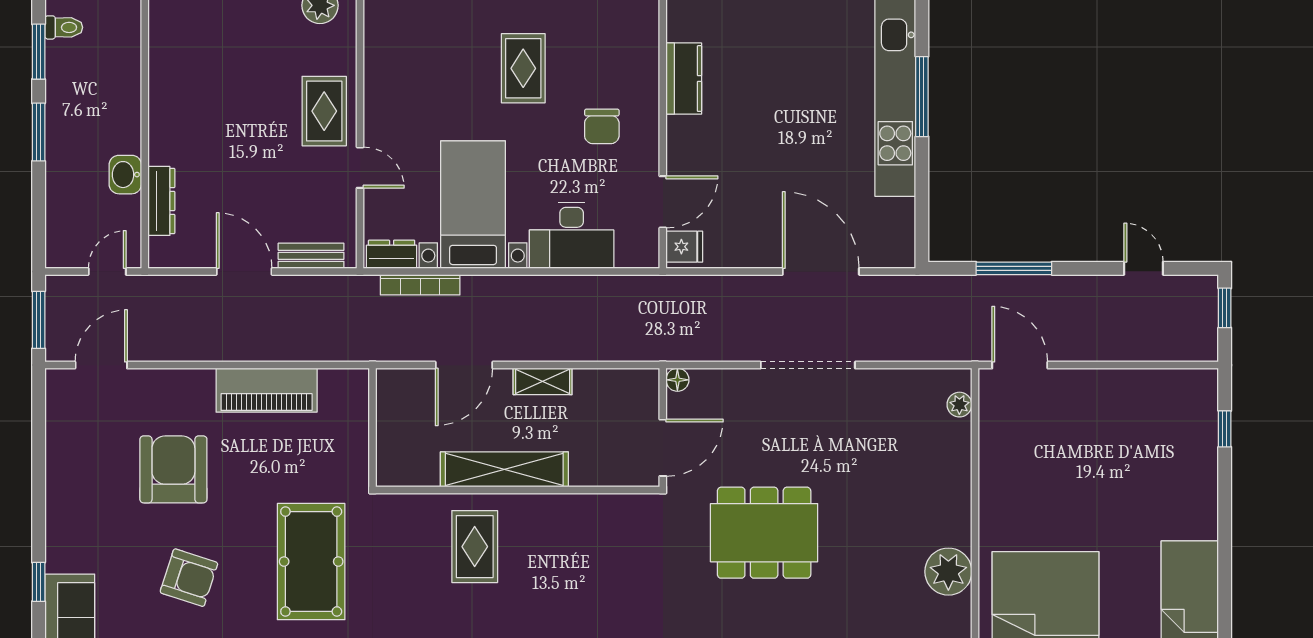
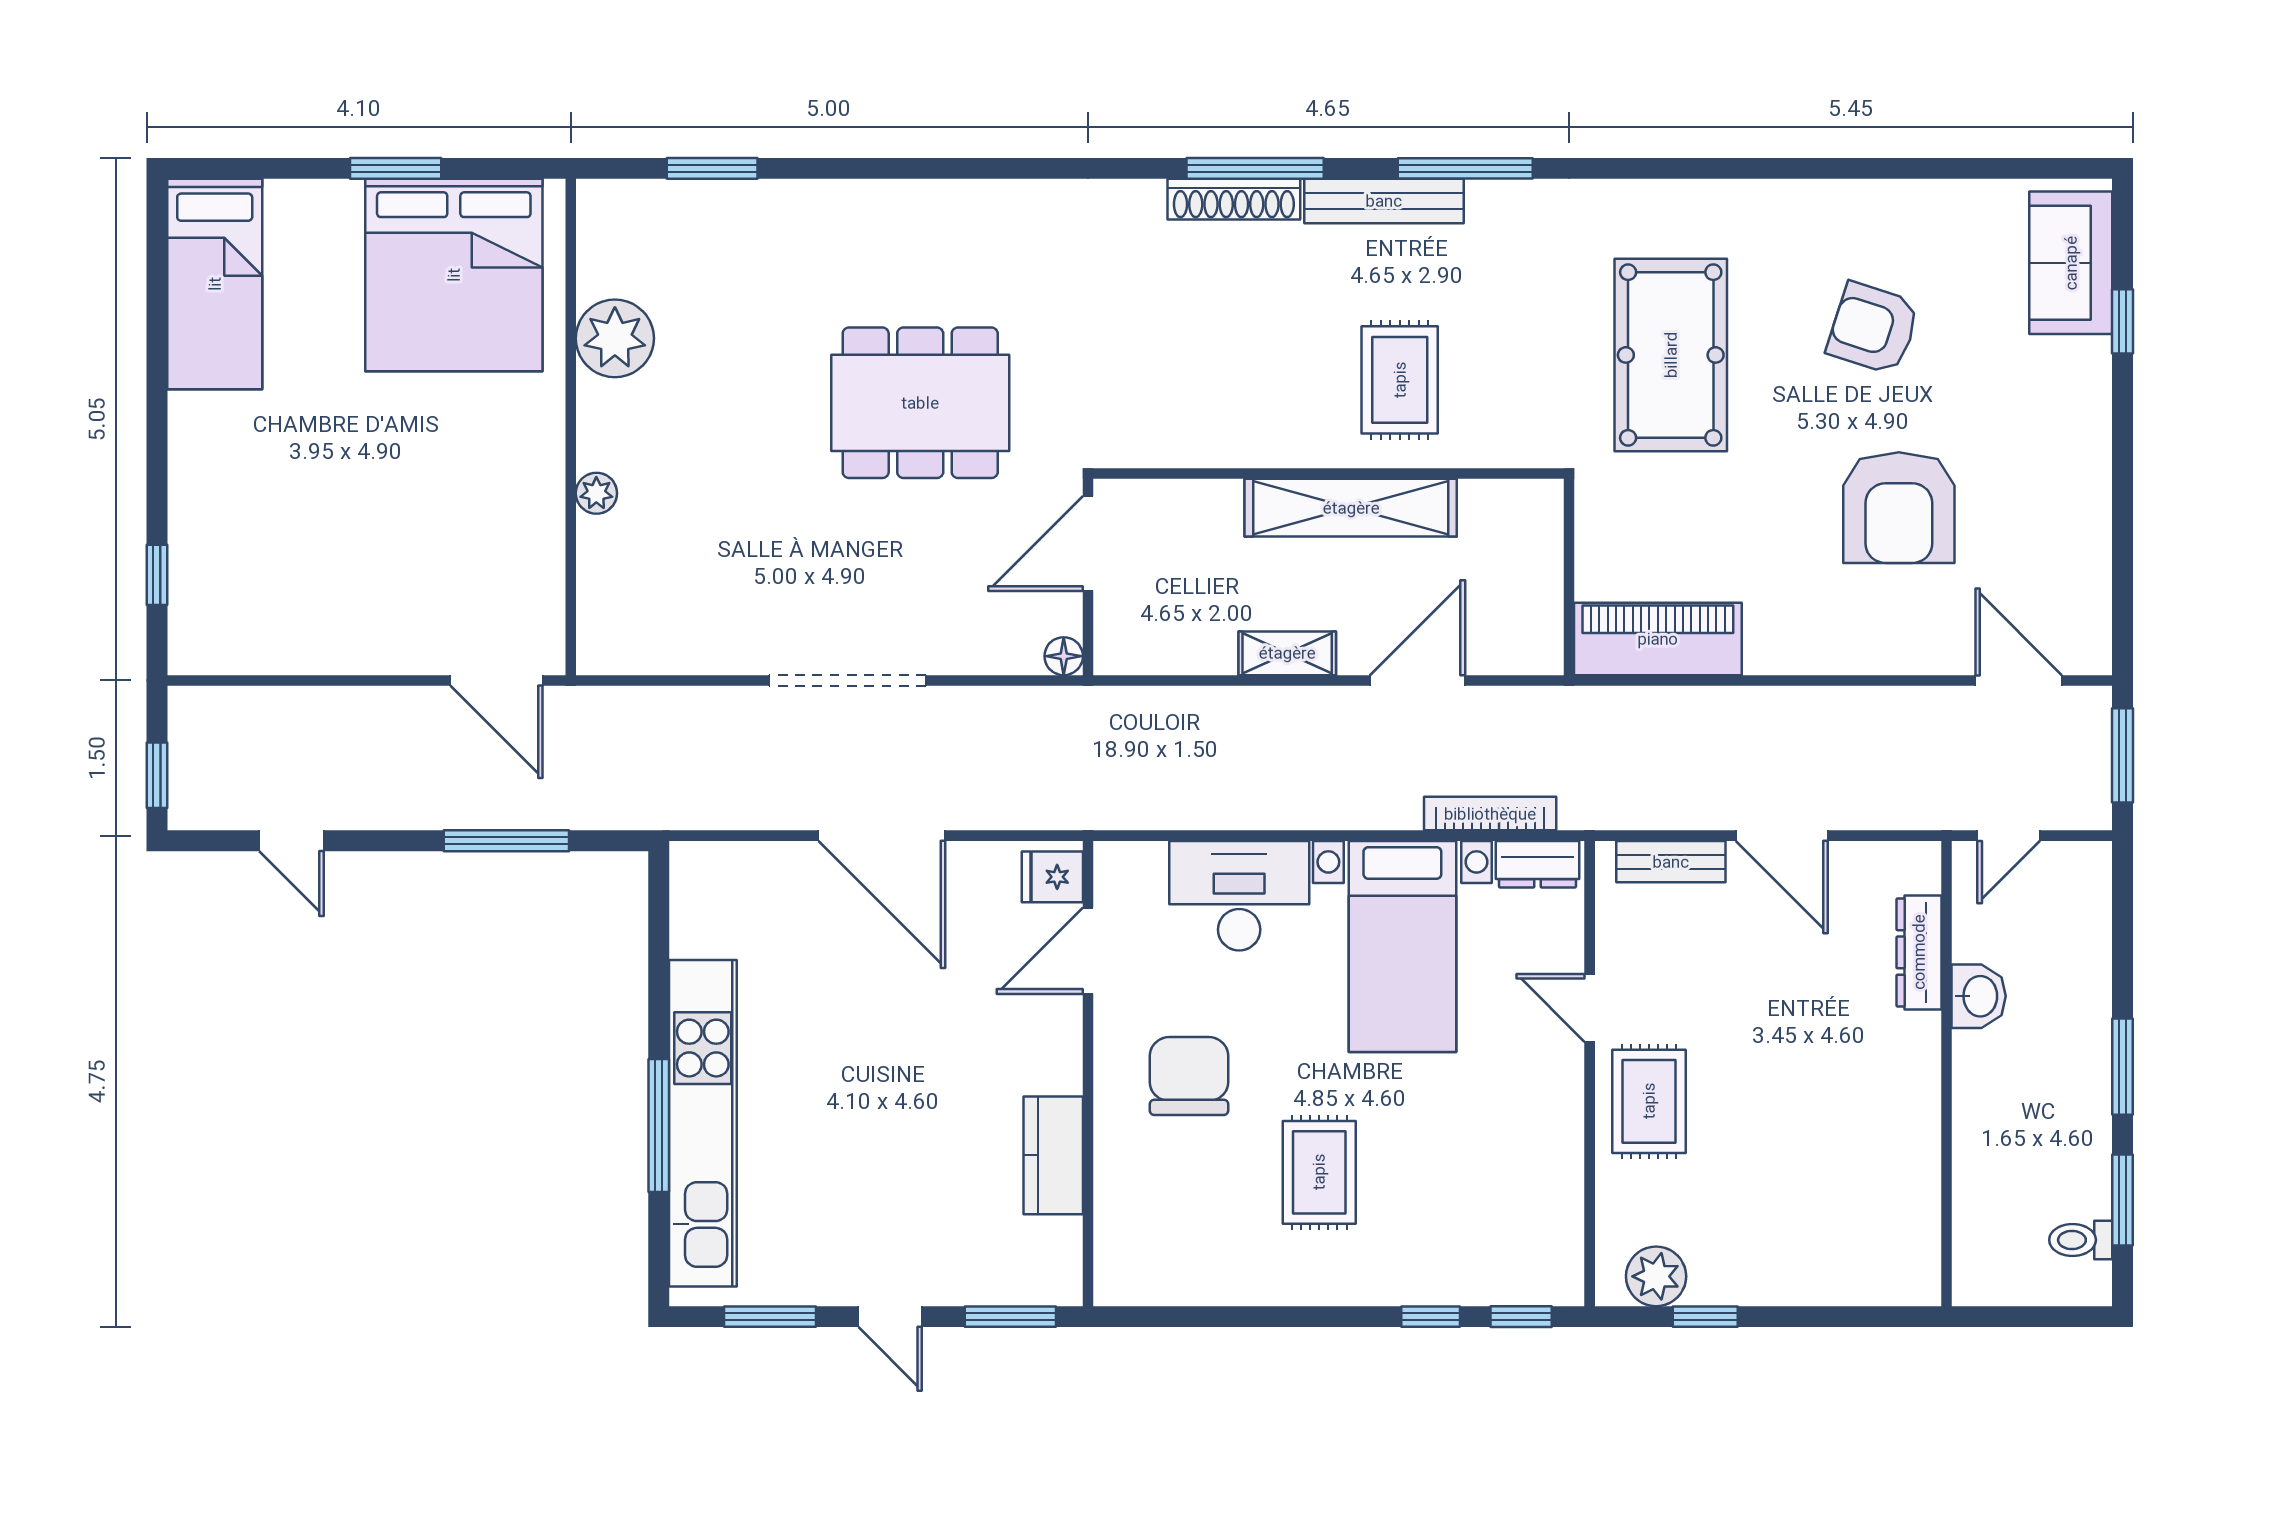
chair: (602, 126) -> (1189, 1076), width x1.37, depth x1.37
door: (821, 271) -> (882, 836), moved
door: (101, 365) -> (2019, 680), swing flipped
piano: (267, 390) -> (1658, 639), moved
plant: (959, 405) -> (596, 493), moved

